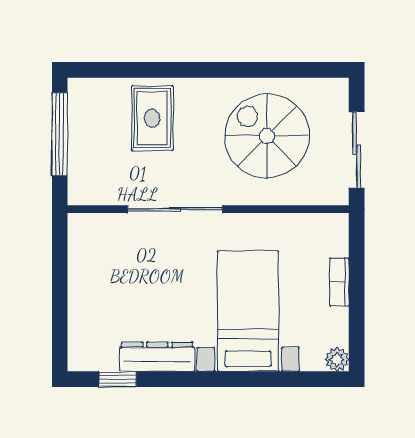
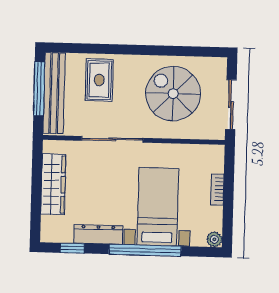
bench: (83, 140) -> (54, 93), added
wardrobe: (86, 281) -> (53, 184), added
window: (230, 379) -> (145, 250), added

